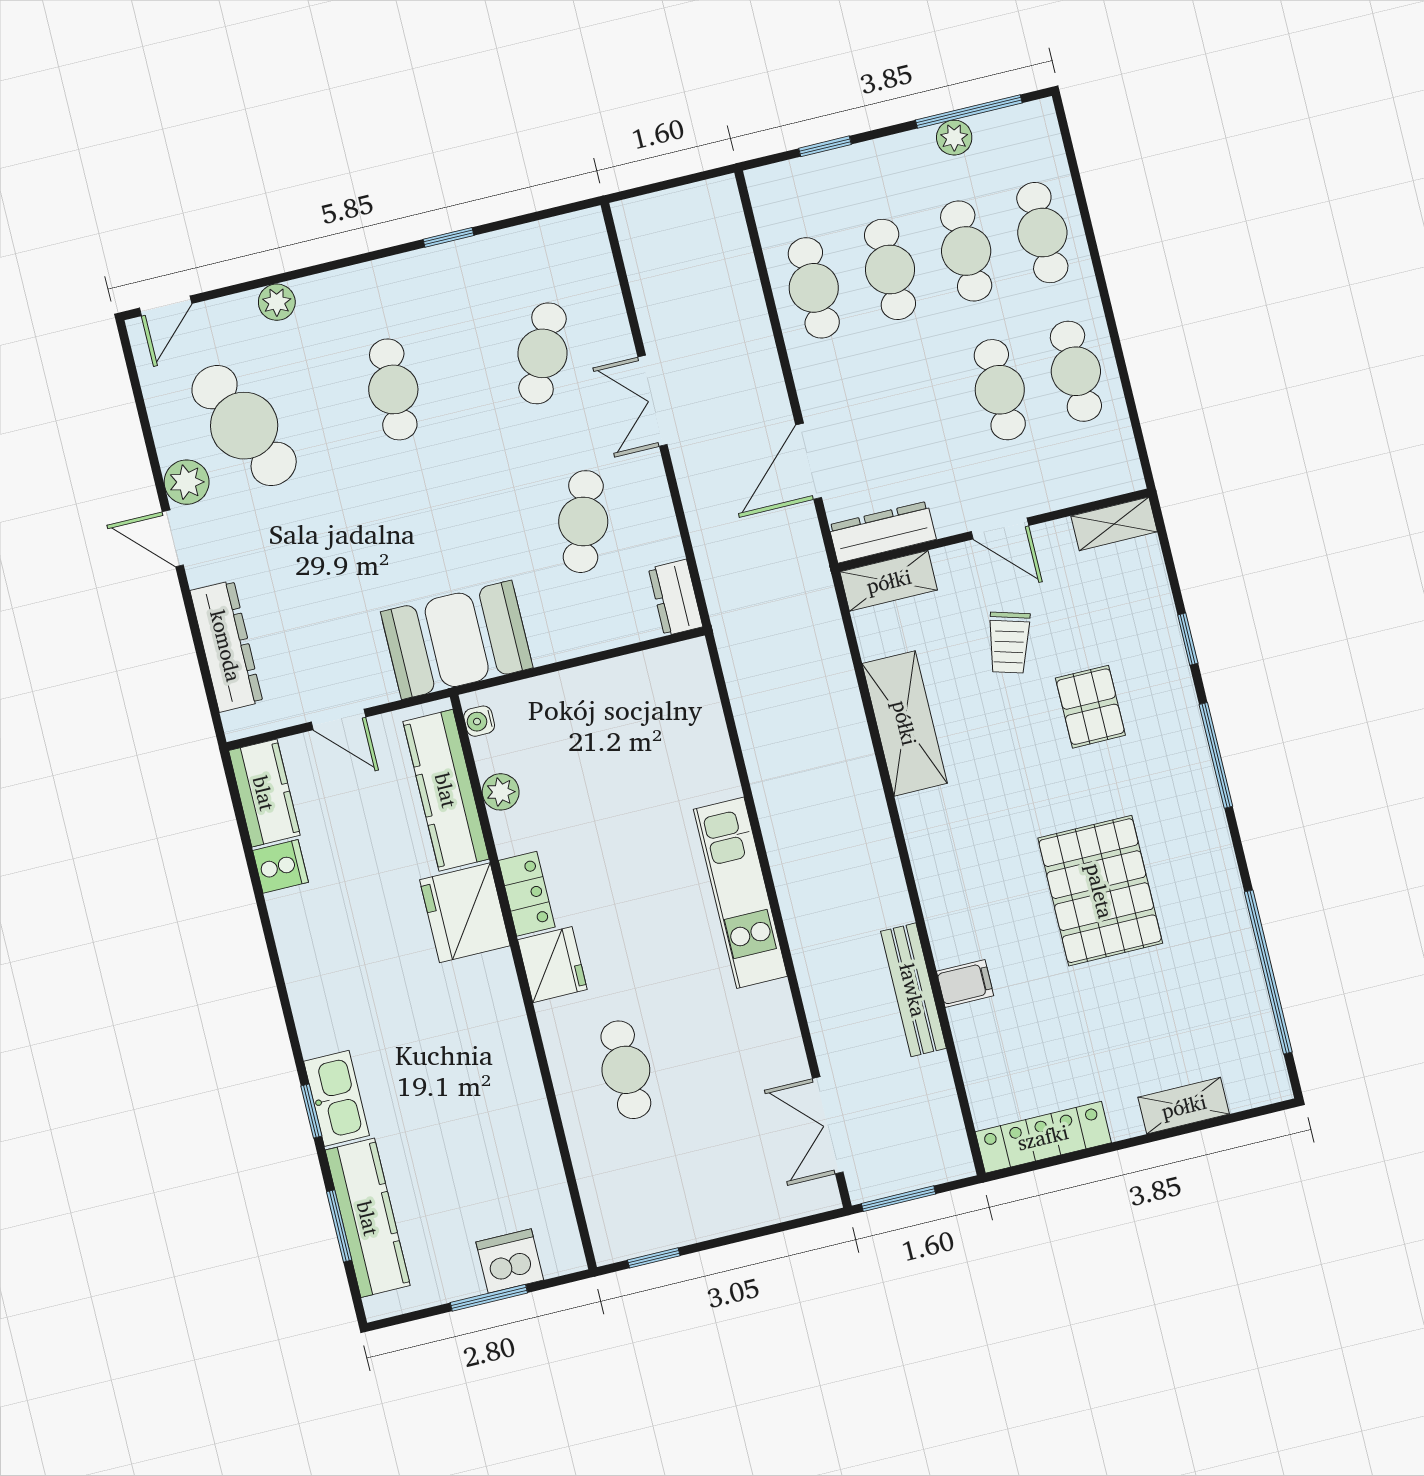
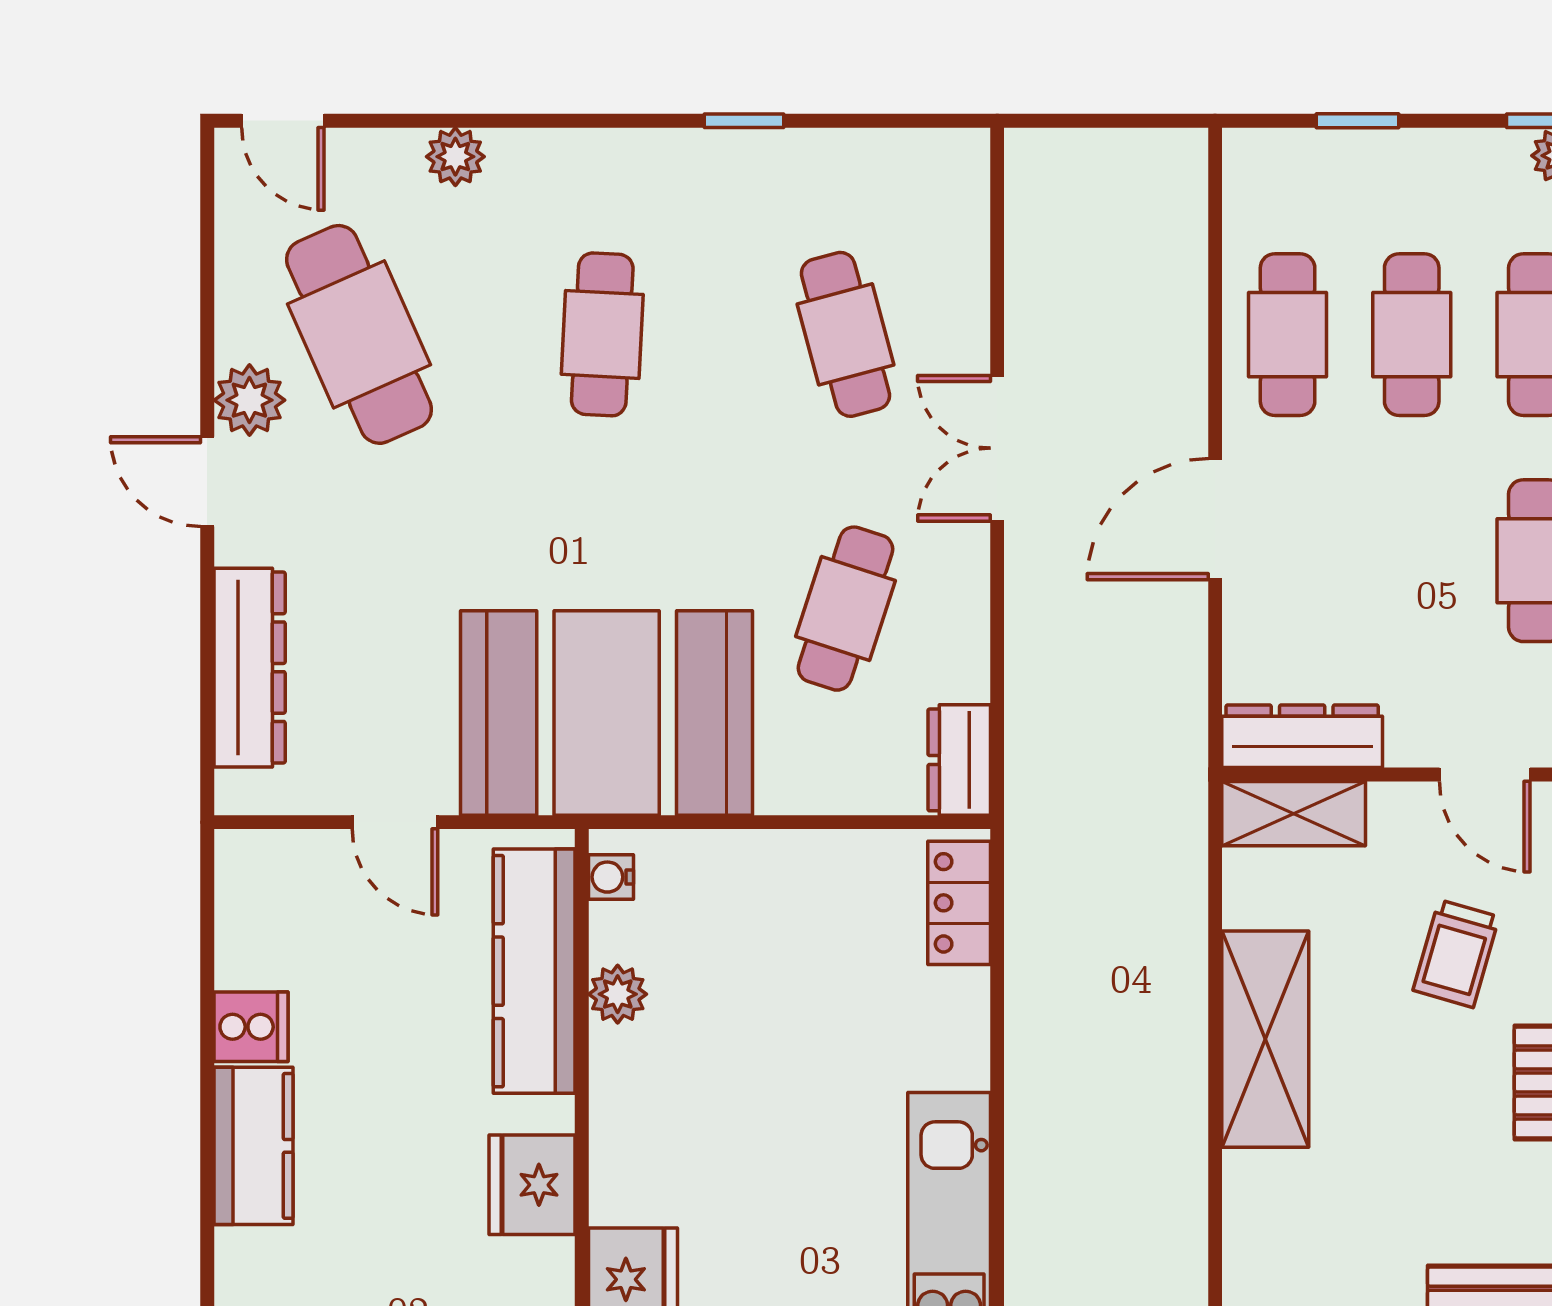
door: (166, 306) -> (283, 121), hinge flipped
cafe table: (543, 353) -> (845, 334), turned -39
door: (809, 461) -> (1215, 519), moved
booth: (457, 640) -> (607, 713), width x1.36, depth x1.42
kitchen counter: (264, 793) -> (253, 1146), moved
locker: (527, 894) -> (959, 903), moved, turned 180
fridge: (465, 913) -> (532, 1185), width x0.73, depth x0.75

